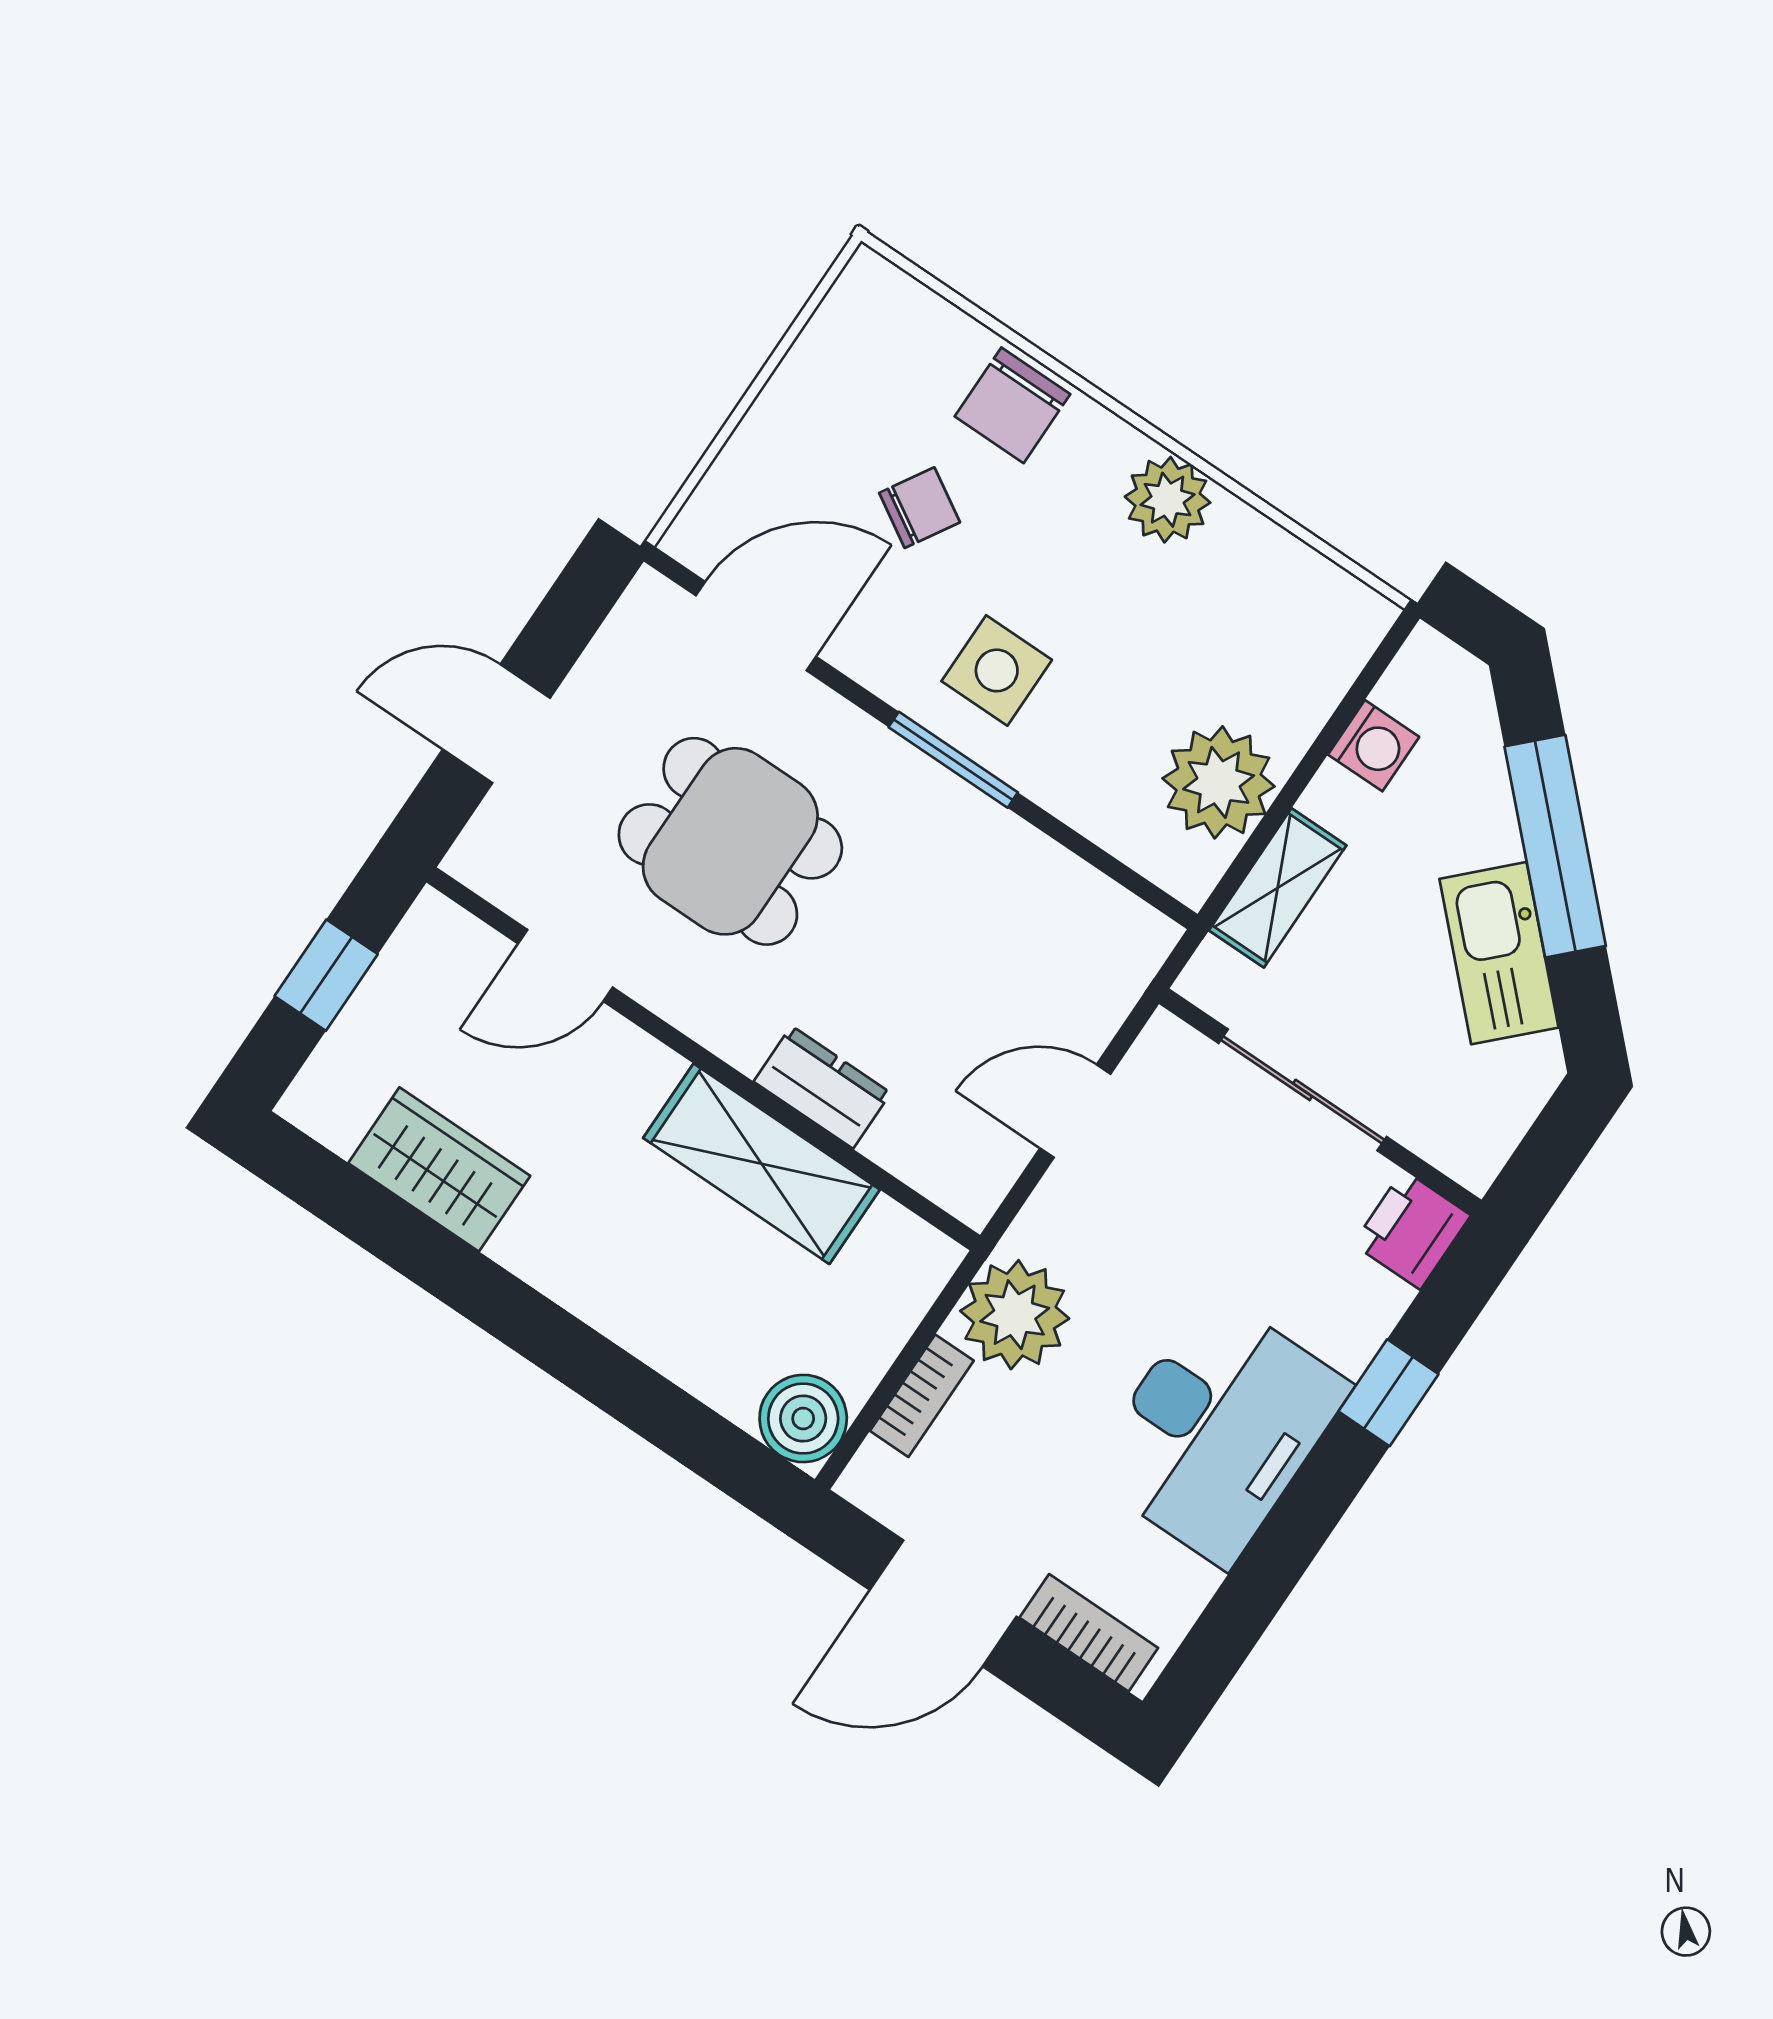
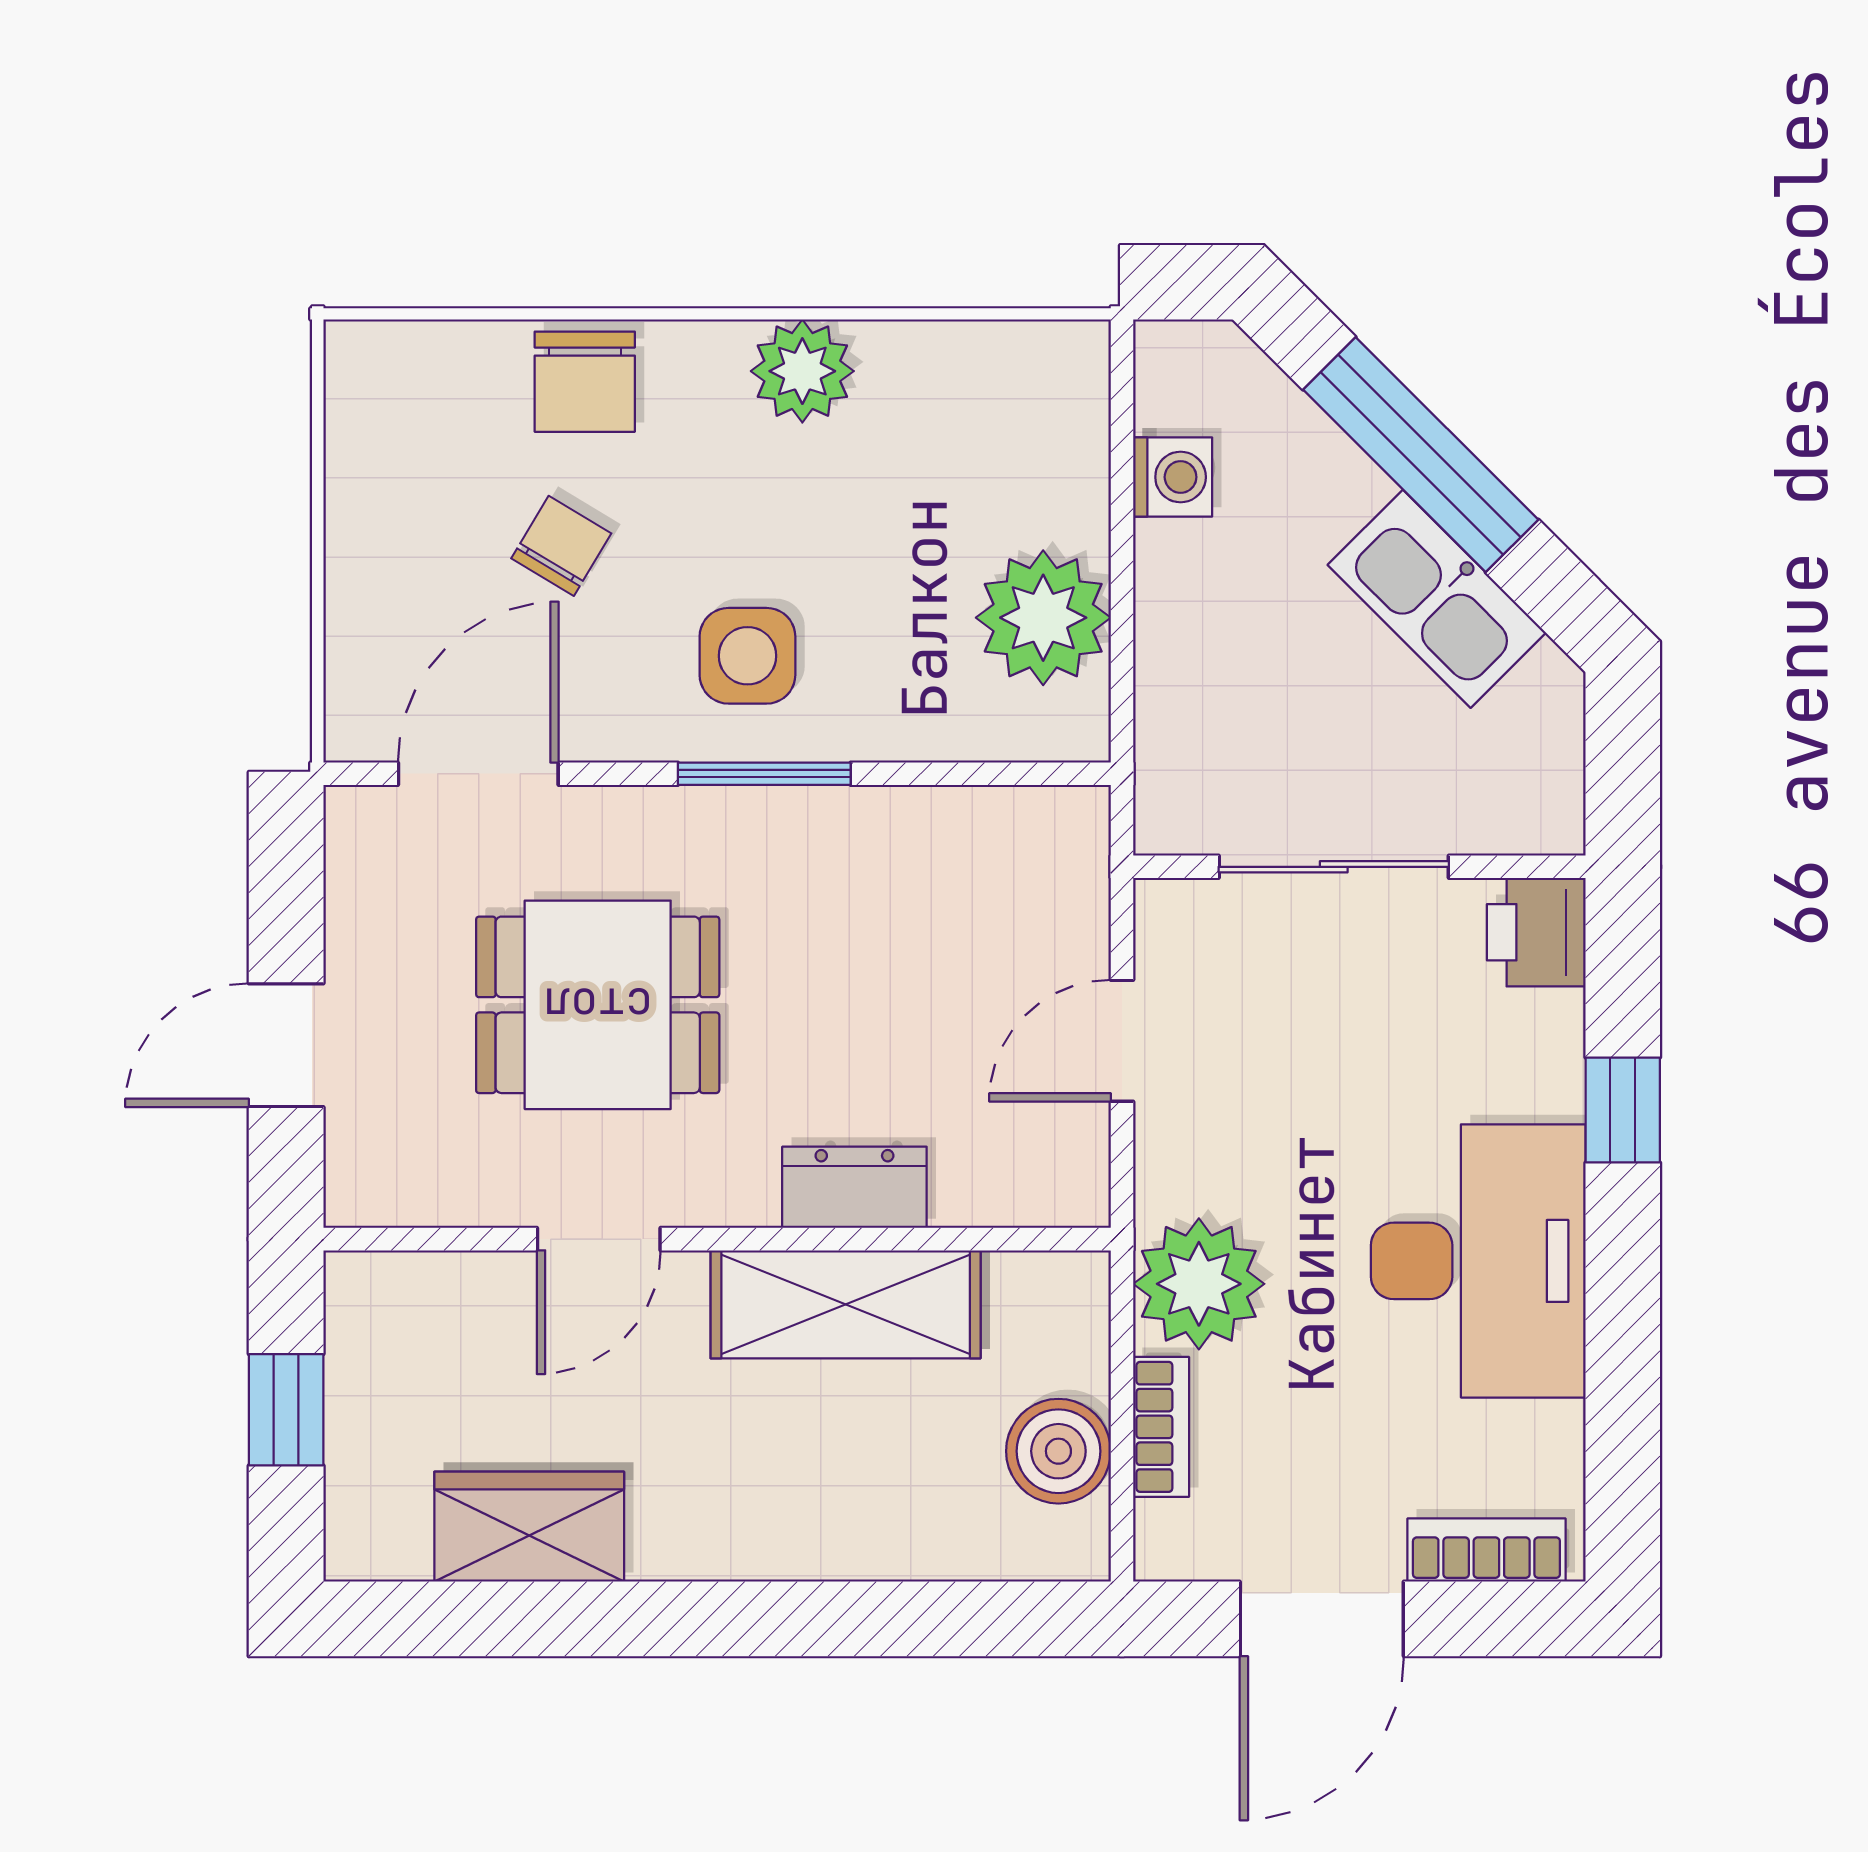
shelving: (1278, 888) -> (1173, 683), removed
door: (565, 965) -> (599, 1239), moved
boiler: (803, 1418) -> (1058, 1451), moved

